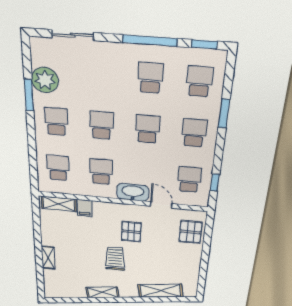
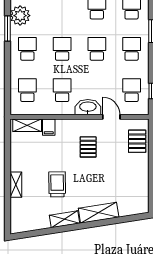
trolley: (115, 258) -> (57, 184), moved
shelving: (160, 291) -> (99, 213), moved

